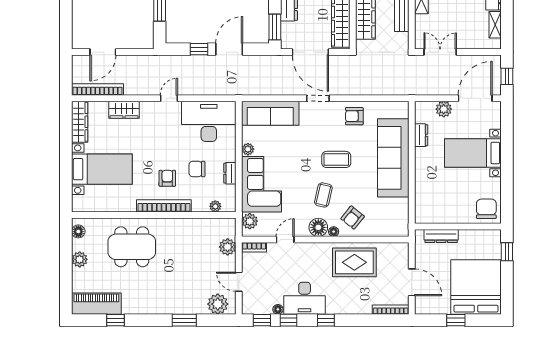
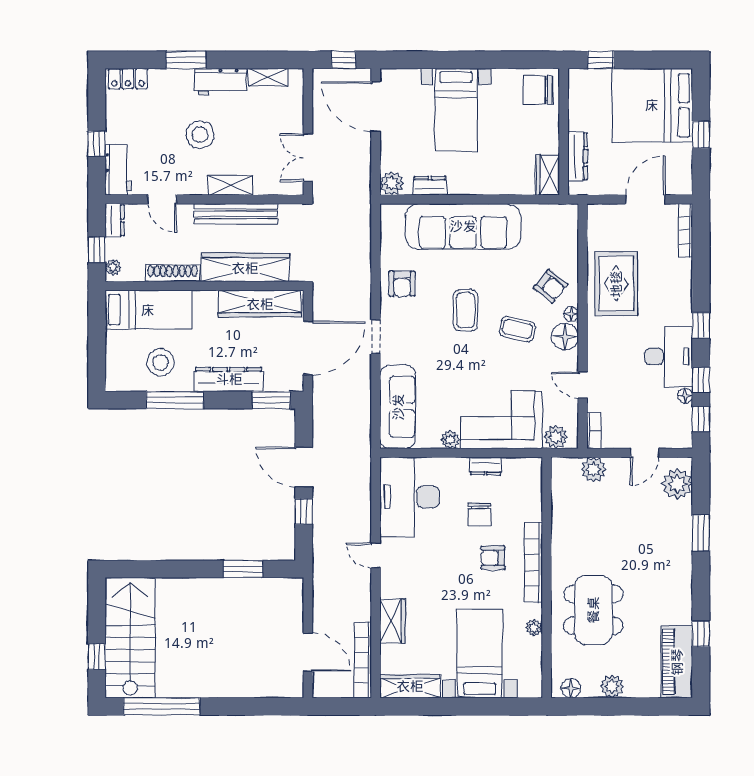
plant: (444, 109) -> (392, 183), moved
plant: (215, 206) -> (534, 628), moved
wardrobe: (428, 216) -> (548, 175), added

